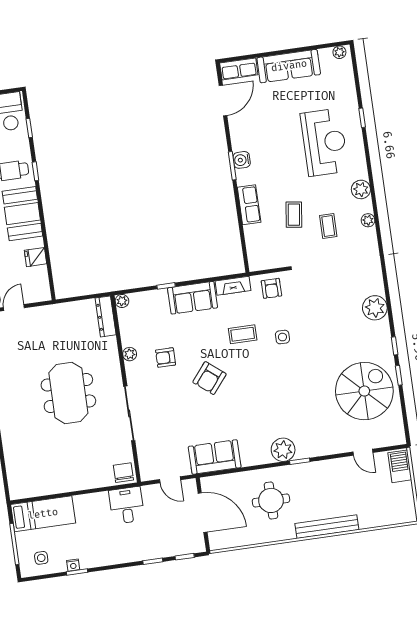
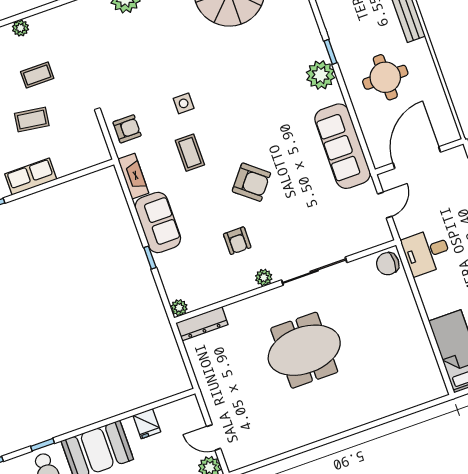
plant: (130, 354) -> (264, 277), moved
sofa: (215, 457) -> (343, 146), width x1.36

